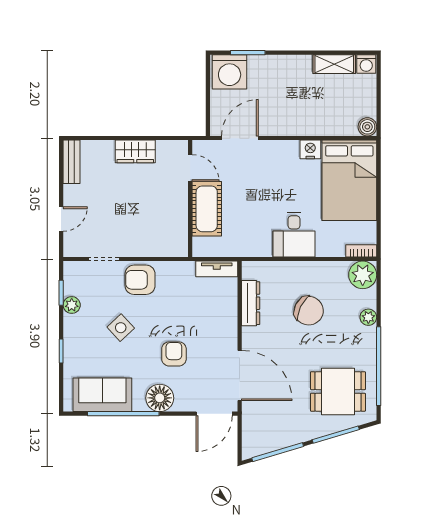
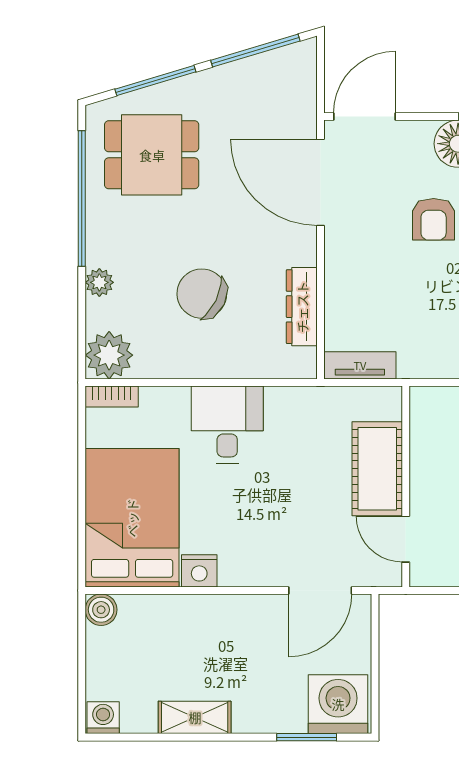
shelving: (334, 64) -> (195, 717), moved

